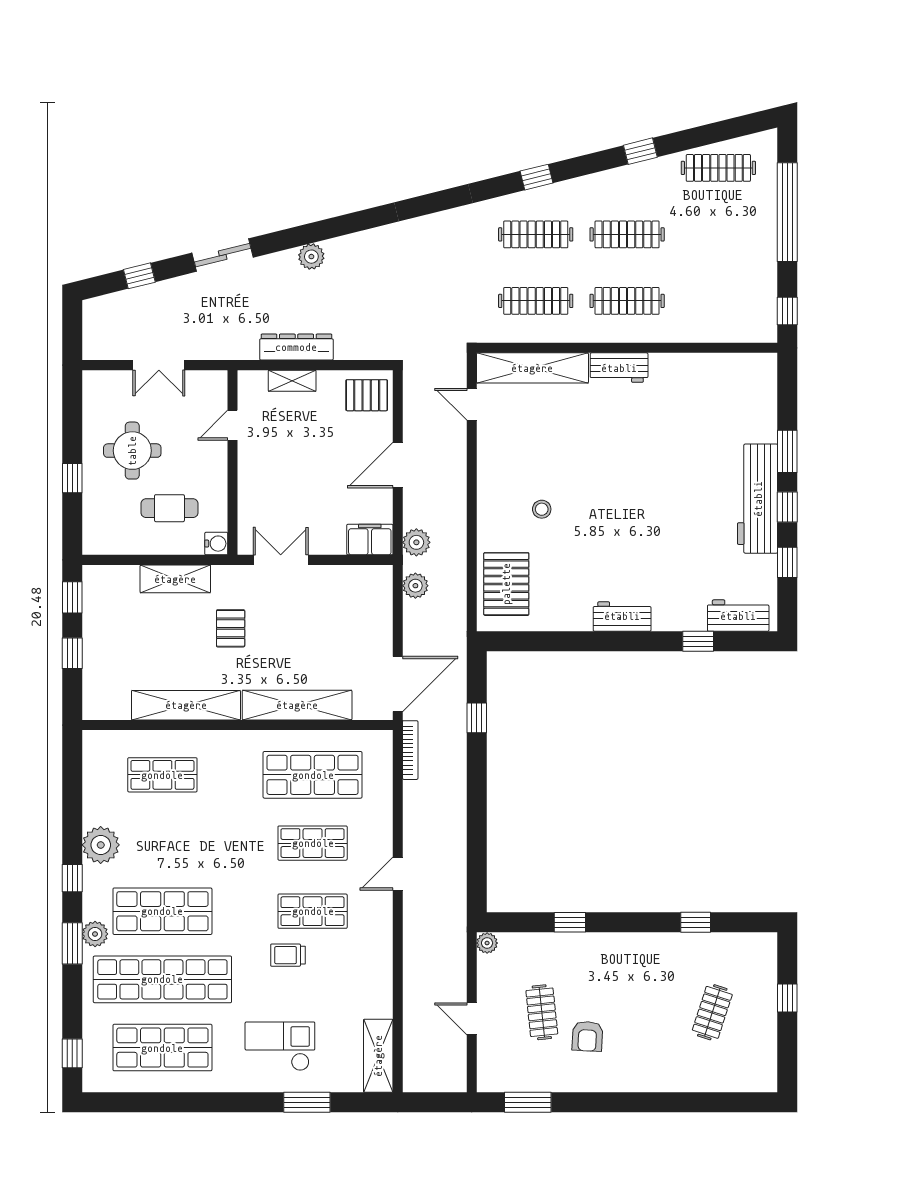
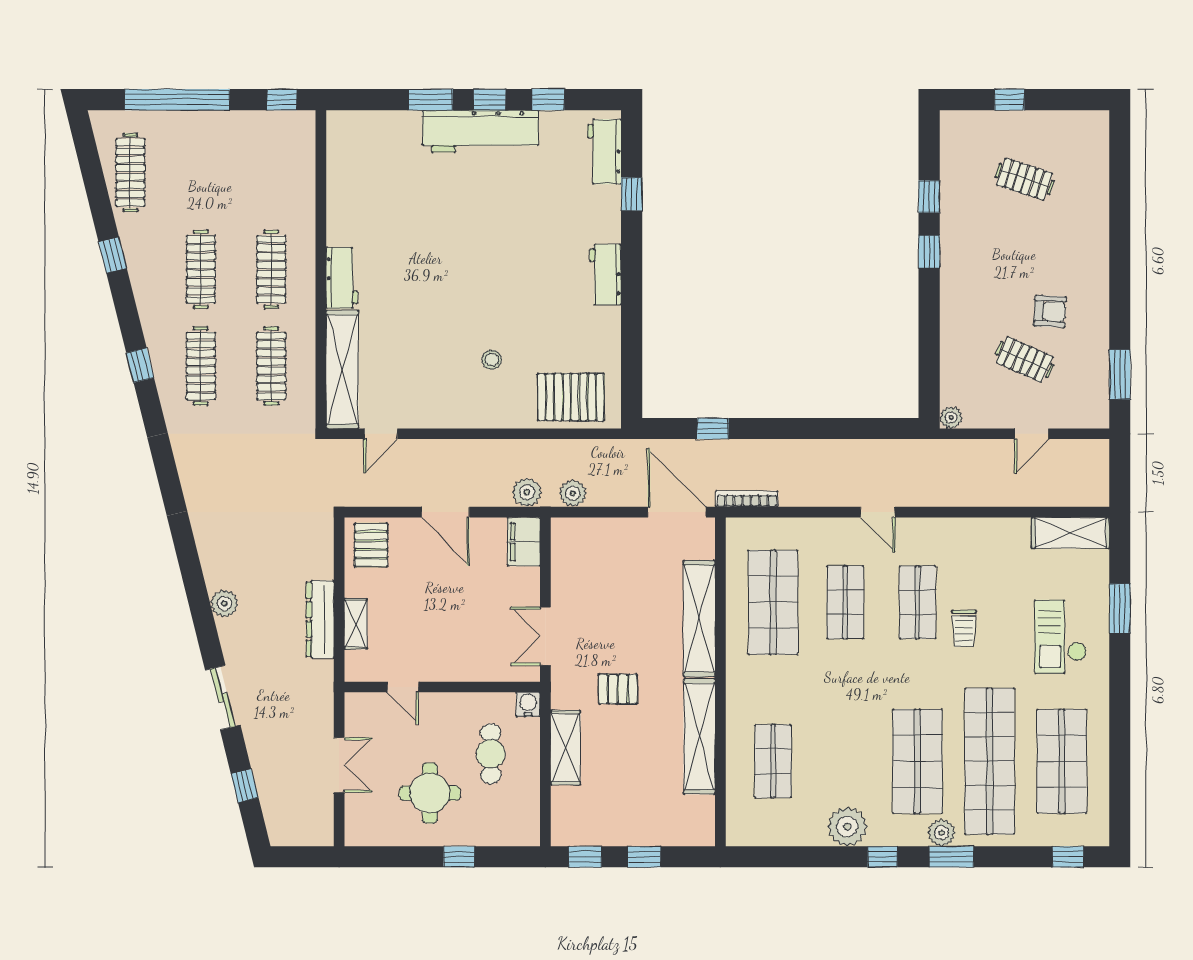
window: (570, 922) -> (929, 251), moved
clothes rail: (542, 1012) -> (1024, 360), turned 30

